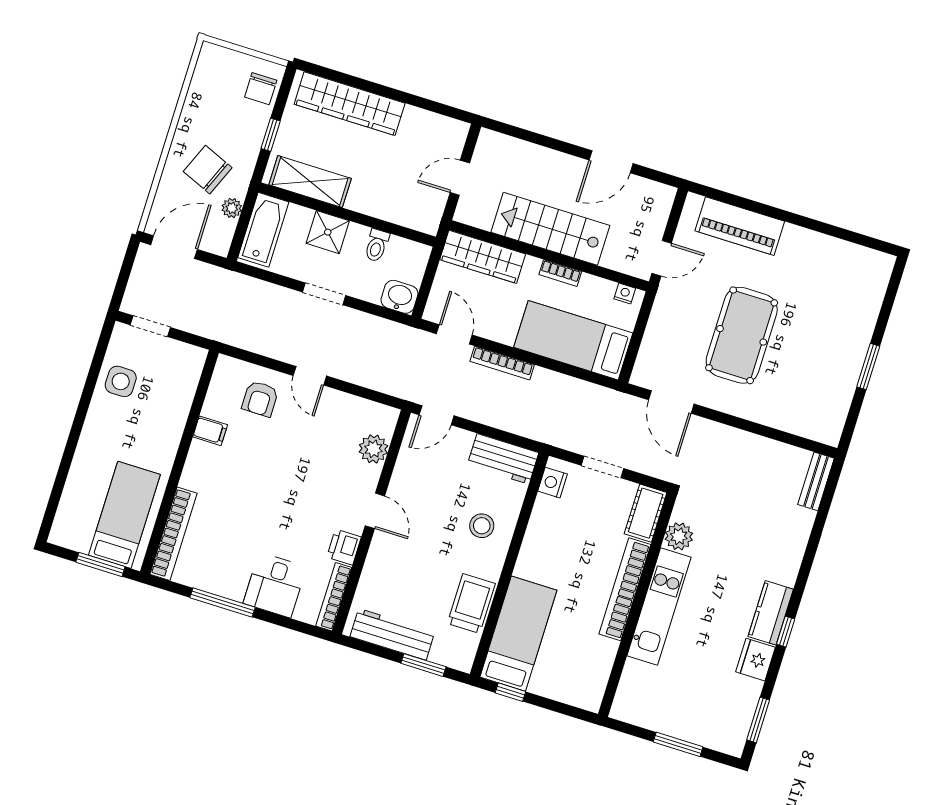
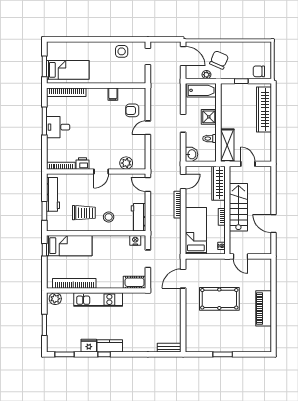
shelving: (310, 182) -> (227, 145), moved
piano: (740, 226) -> (264, 308), moved
plant: (679, 536) -> (55, 299), moved
desk: (275, 585) -> (58, 127), moved
bookcase: (625, 589) -> (74, 283), moved
trolley: (471, 604) -> (84, 213), moved

